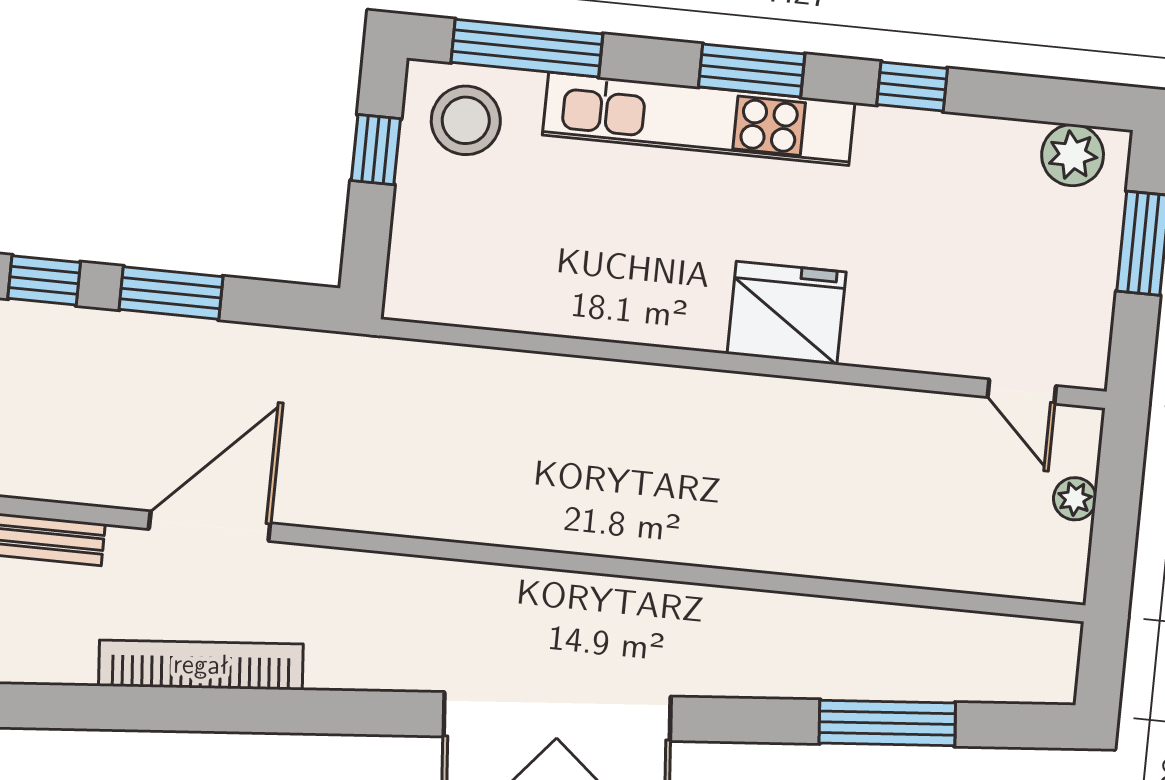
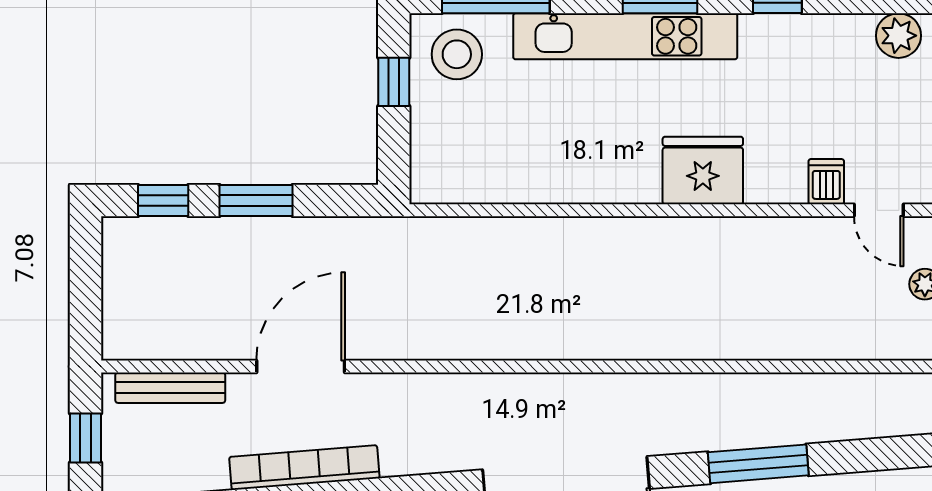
dishwasher: (954, 345) -> (826, 182), added
window: (887, 723) -> (758, 464), moved

